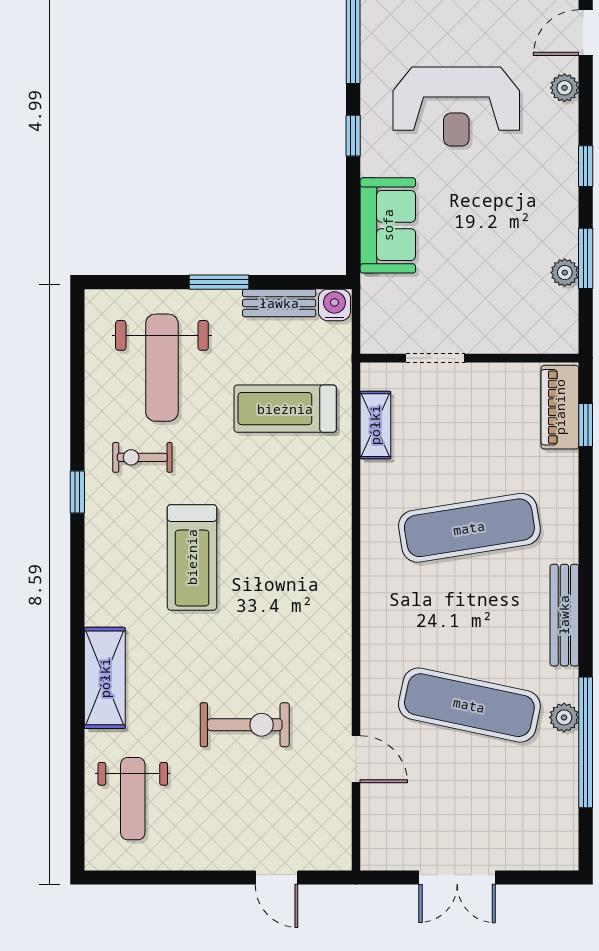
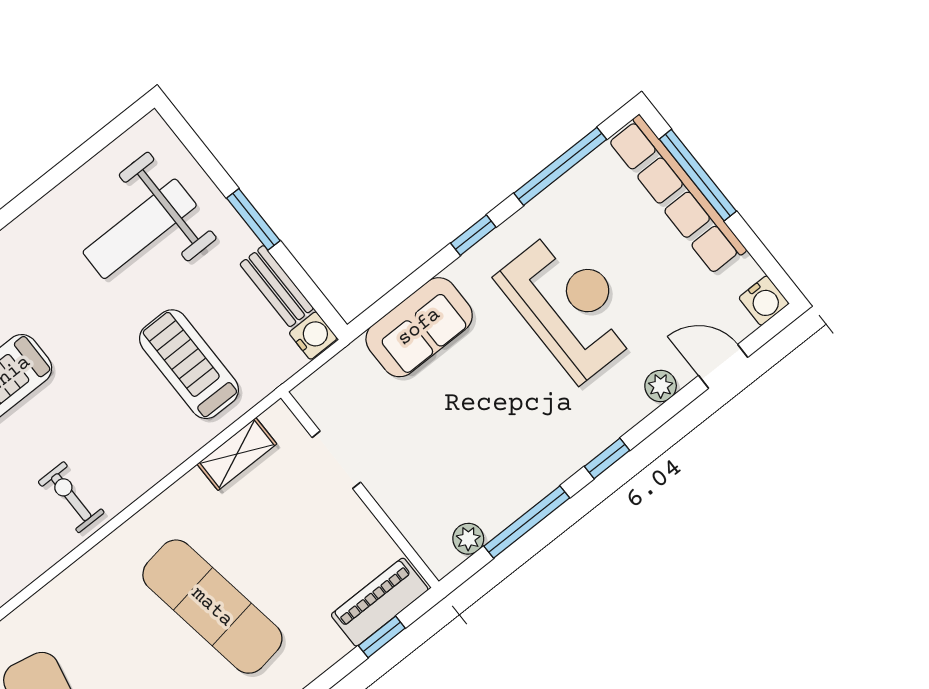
reception desk: (456, 107) -> (570, 305), turned 180
window: (586, 258) -> (527, 522), width x1.44
plant: (565, 273) -> (468, 539), moved
exercise bike: (142, 457) -> (71, 497), moved

